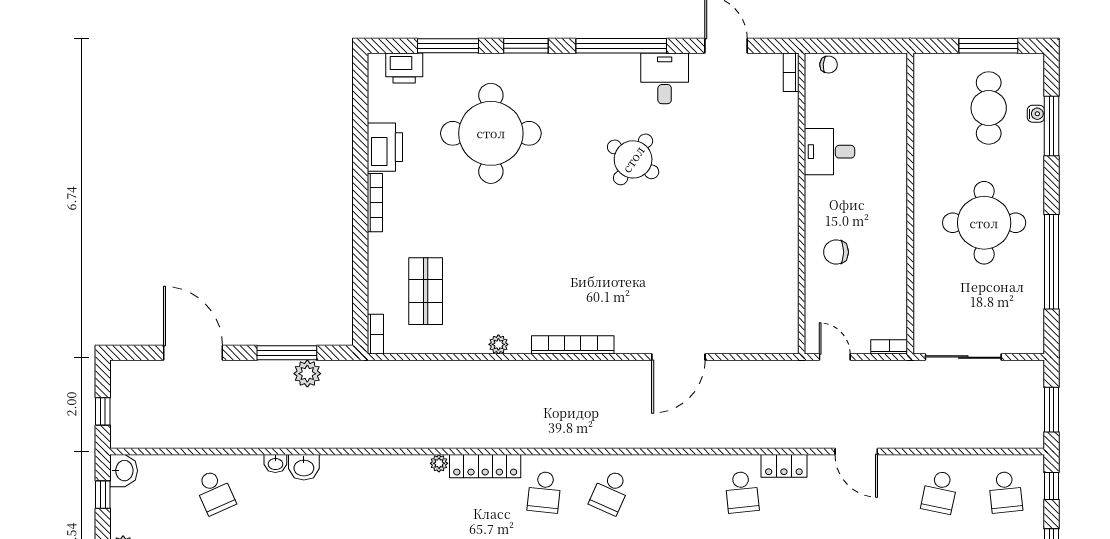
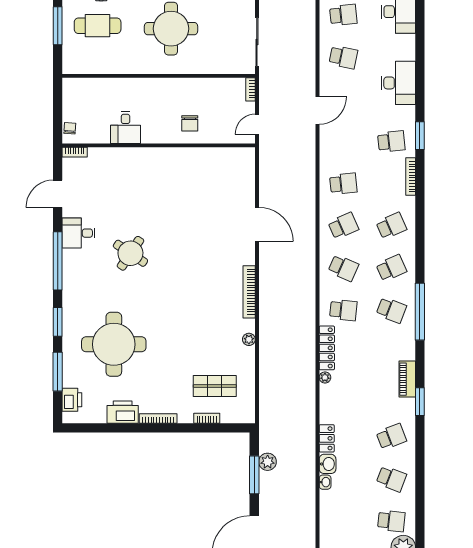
bookcase: (375, 334) -> (207, 418), moved
locker: (784, 466) -> (327, 438), moved
school desk: (215, 492) -> (343, 226), moved

